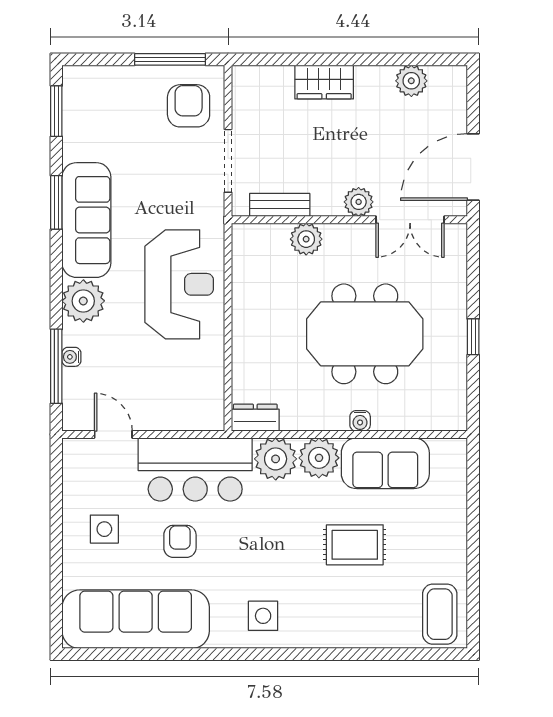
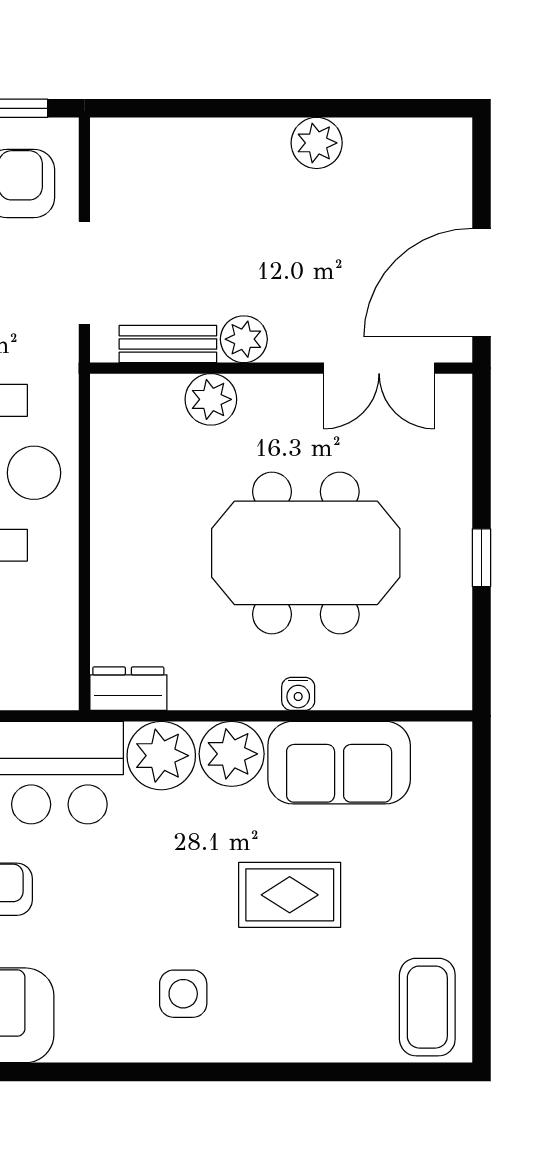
plant: (411, 81) -> (317, 143), moved
wardrobe: (324, 82) -> (240, 145), removed
plant: (359, 202) -> (244, 339), moved
side table: (263, 616) -> (183, 994), moved

